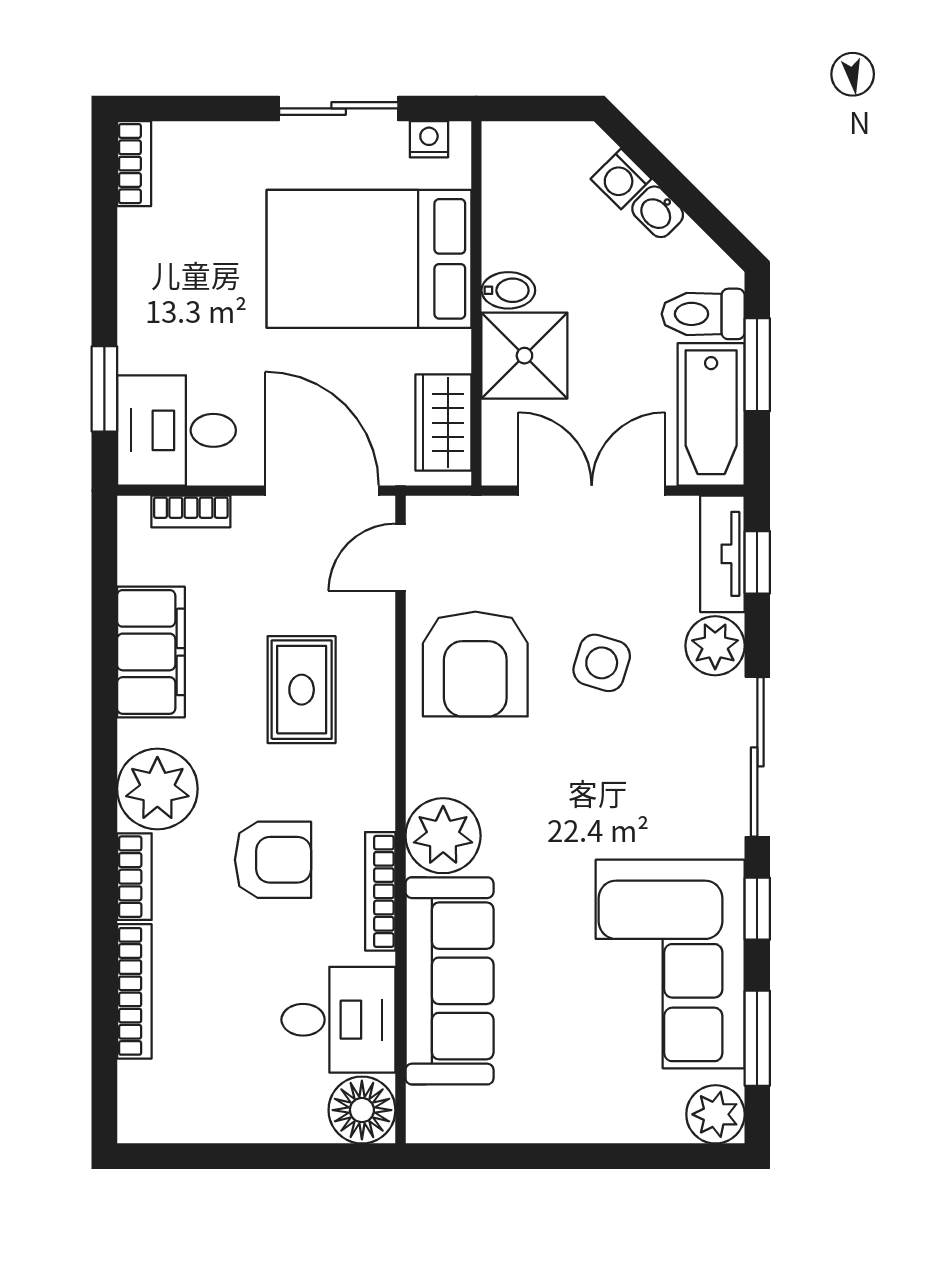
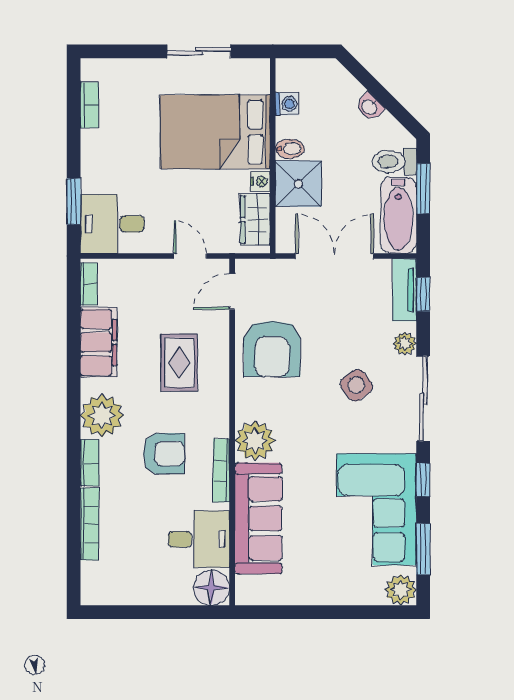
nightstand: (429, 139) -> (260, 181), moved, turned 90
bookcase: (134, 164) -> (90, 105), moved
washing machine: (621, 179) -> (287, 104), moved, turned -135
door: (322, 491) -> (190, 256), width x0.53
bookcase: (191, 511) -> (89, 284), moved, turned -90
plant: (715, 646) -> (405, 343), width x0.73, depth x0.73
side table: (602, 663) -> (356, 385), moved, turned 36

